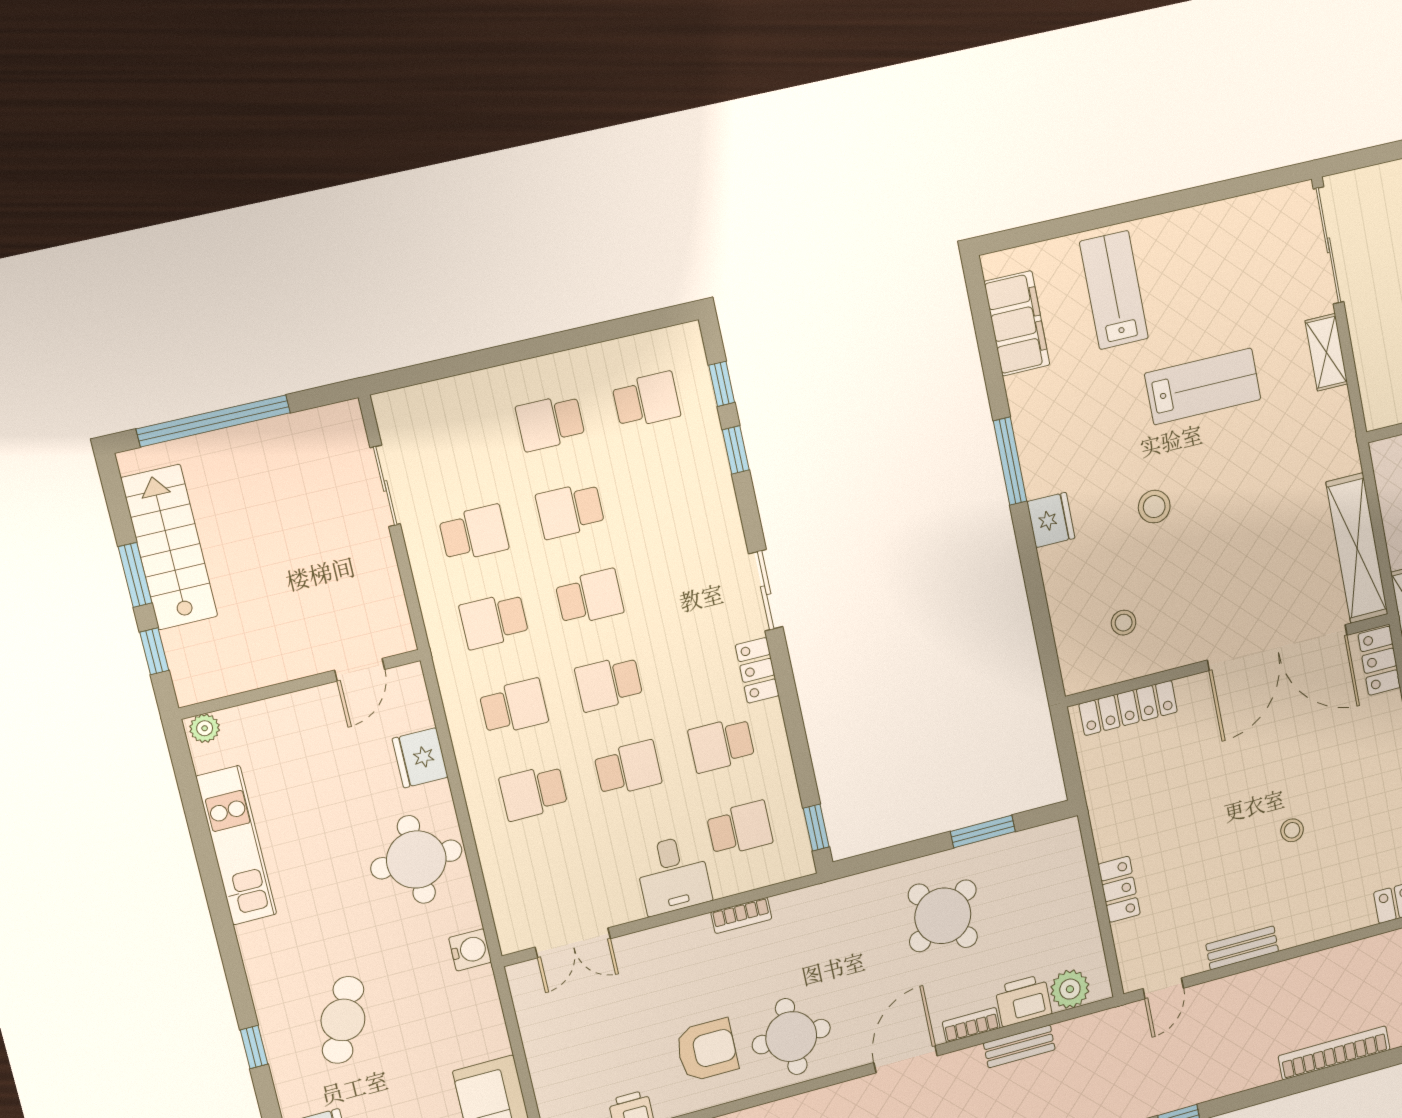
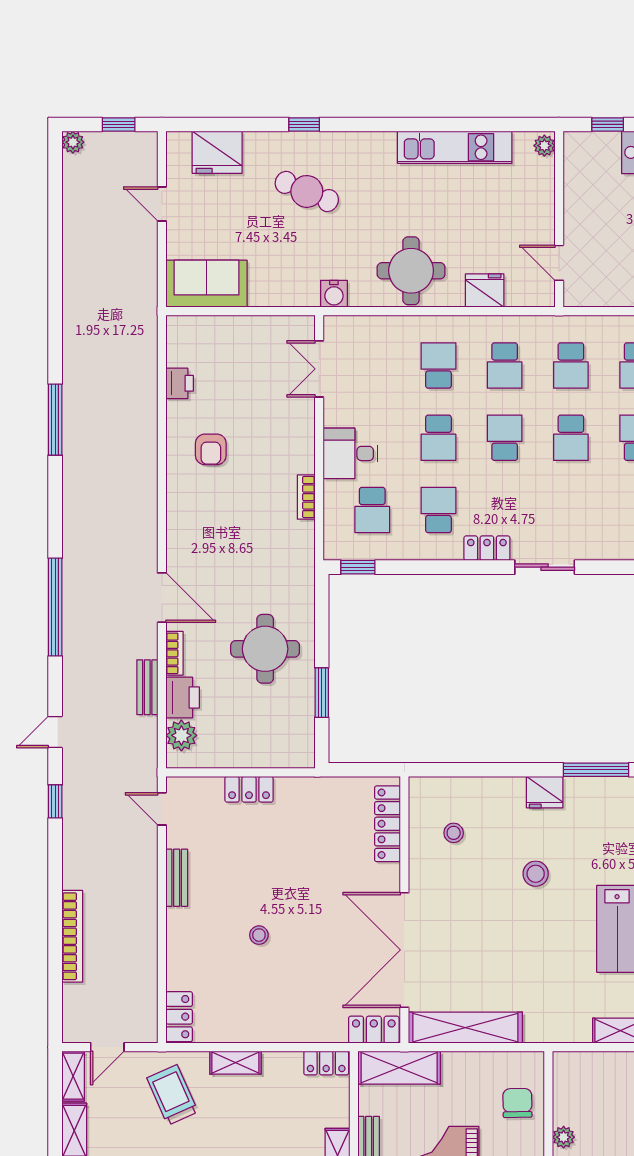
school desk: (494, 621) -> (571, 366), turned 180
round table: (943, 916) -> (265, 649), turned 35
round table: (791, 1037) -> (204, 515), removed
armchair: (707, 1050) -> (211, 449), width x0.72, depth x0.72

